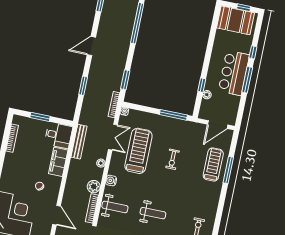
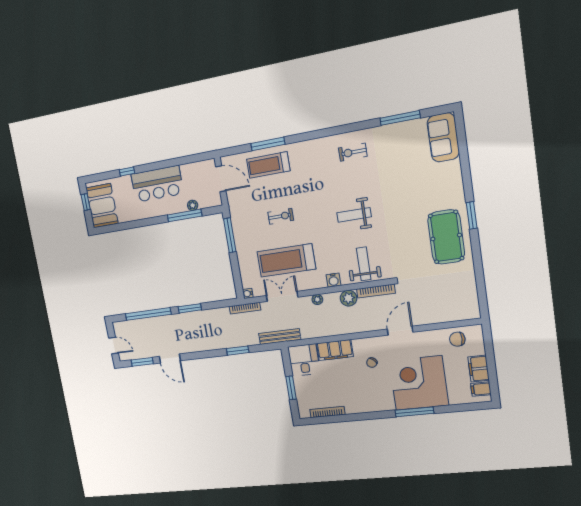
door: (91, 46) -> (170, 359), moved
window: (125, 80) -> (190, 308), moved
window: (247, 80) -> (158, 165), removed
window: (202, 85) -> (185, 216), width x2.17
bench: (79, 142) -> (280, 336), moved
weight bench: (153, 213) -> (354, 215), turned -90

